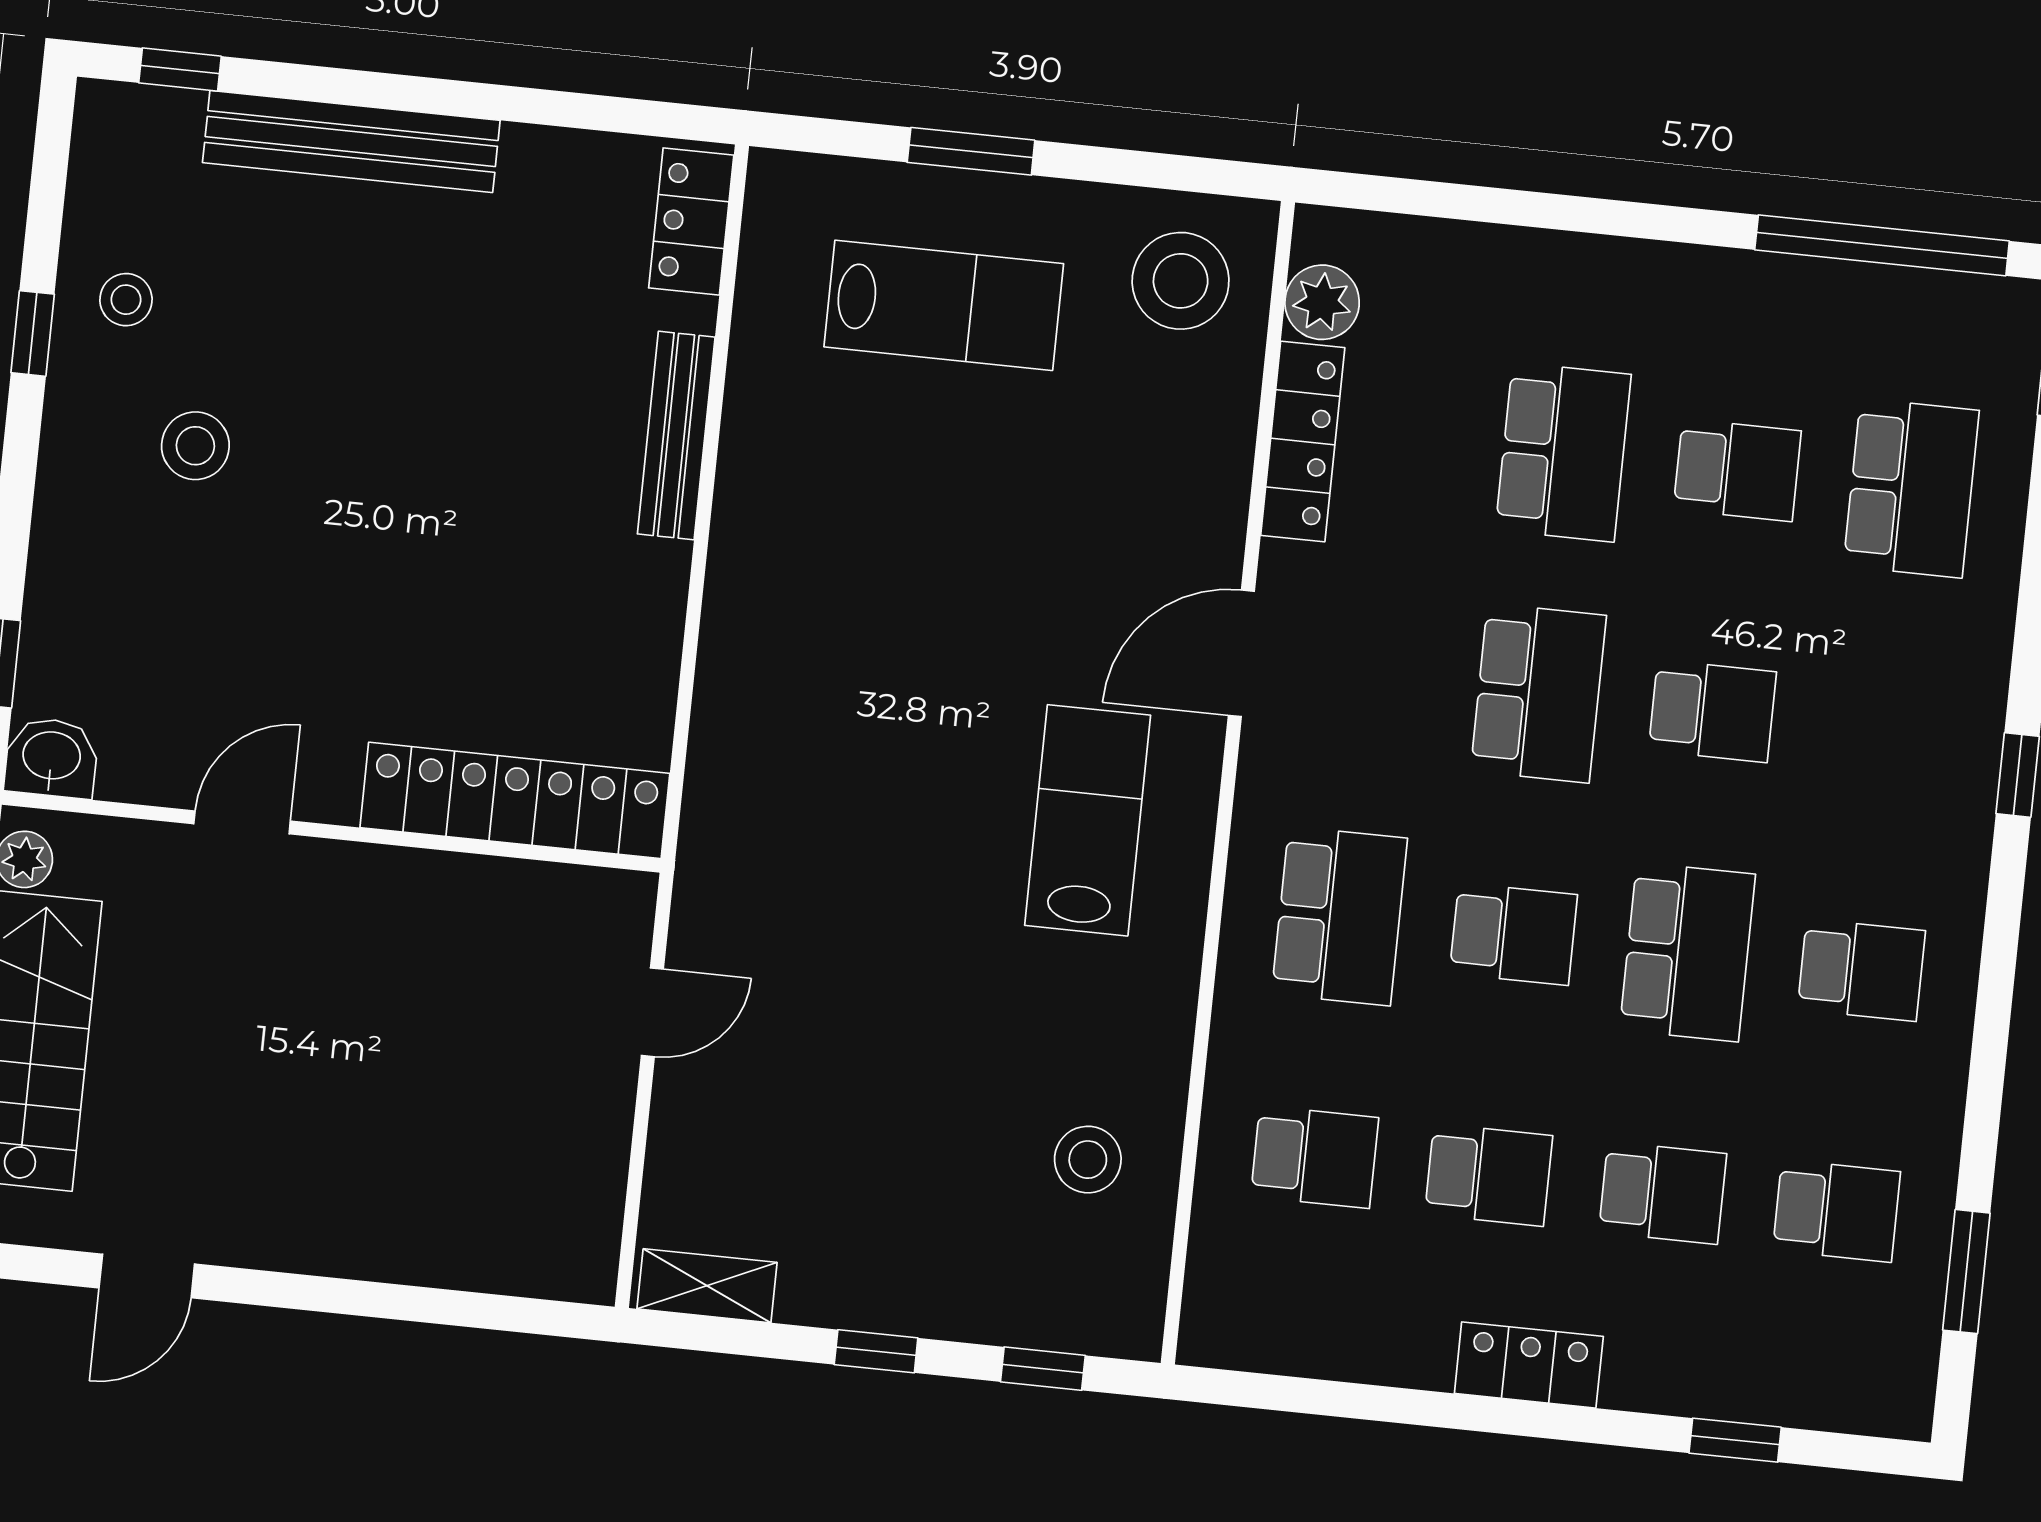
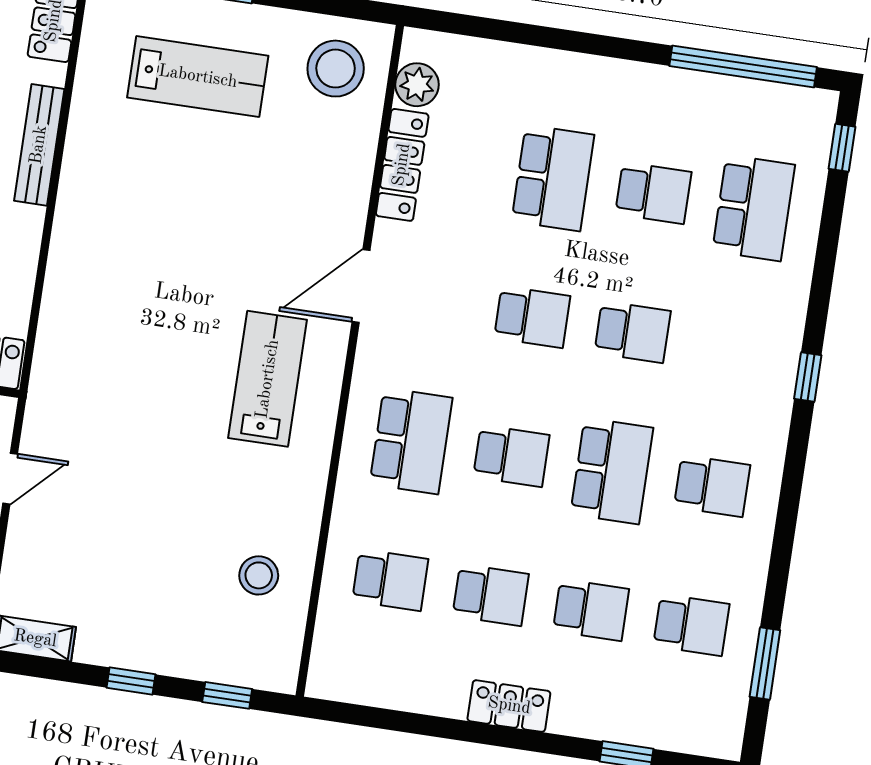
school desk: (1538, 693) -> (532, 317), width x0.54

